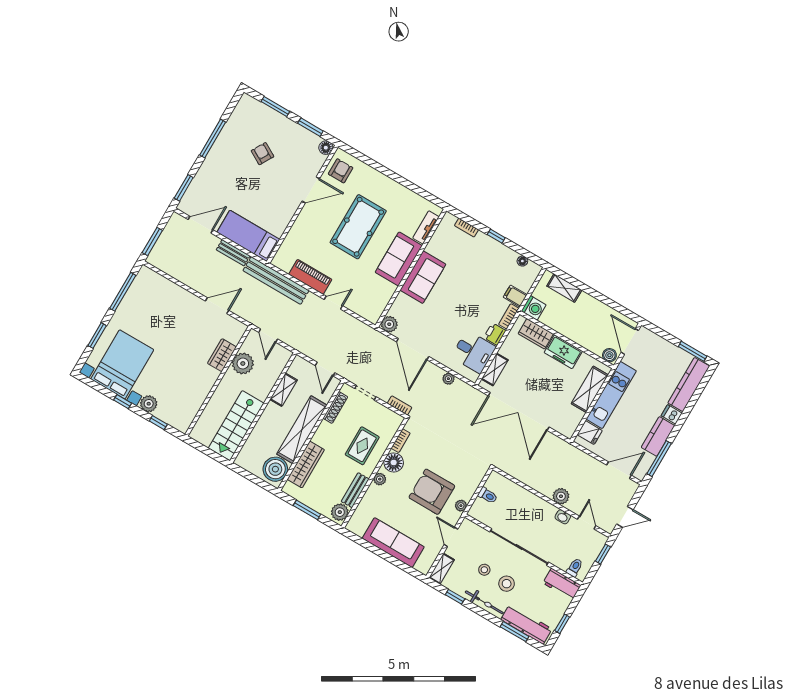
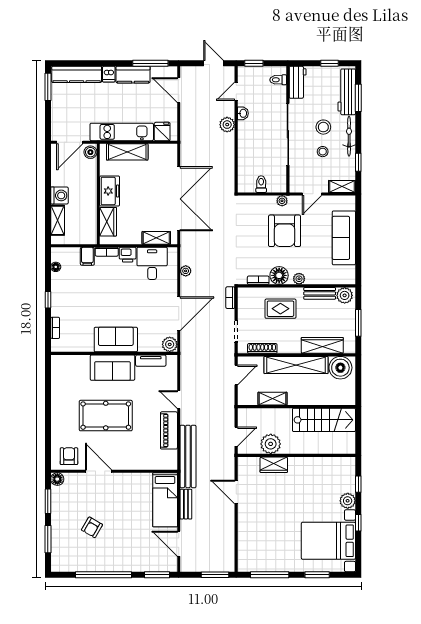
window: (213, 139) -> (103, 575), width x1.46
armchair: (341, 171) -> (69, 456), turned 90
tv unit: (426, 227) -> (151, 361), moved
washing machine: (534, 308) -> (59, 195), moved, turned 90

